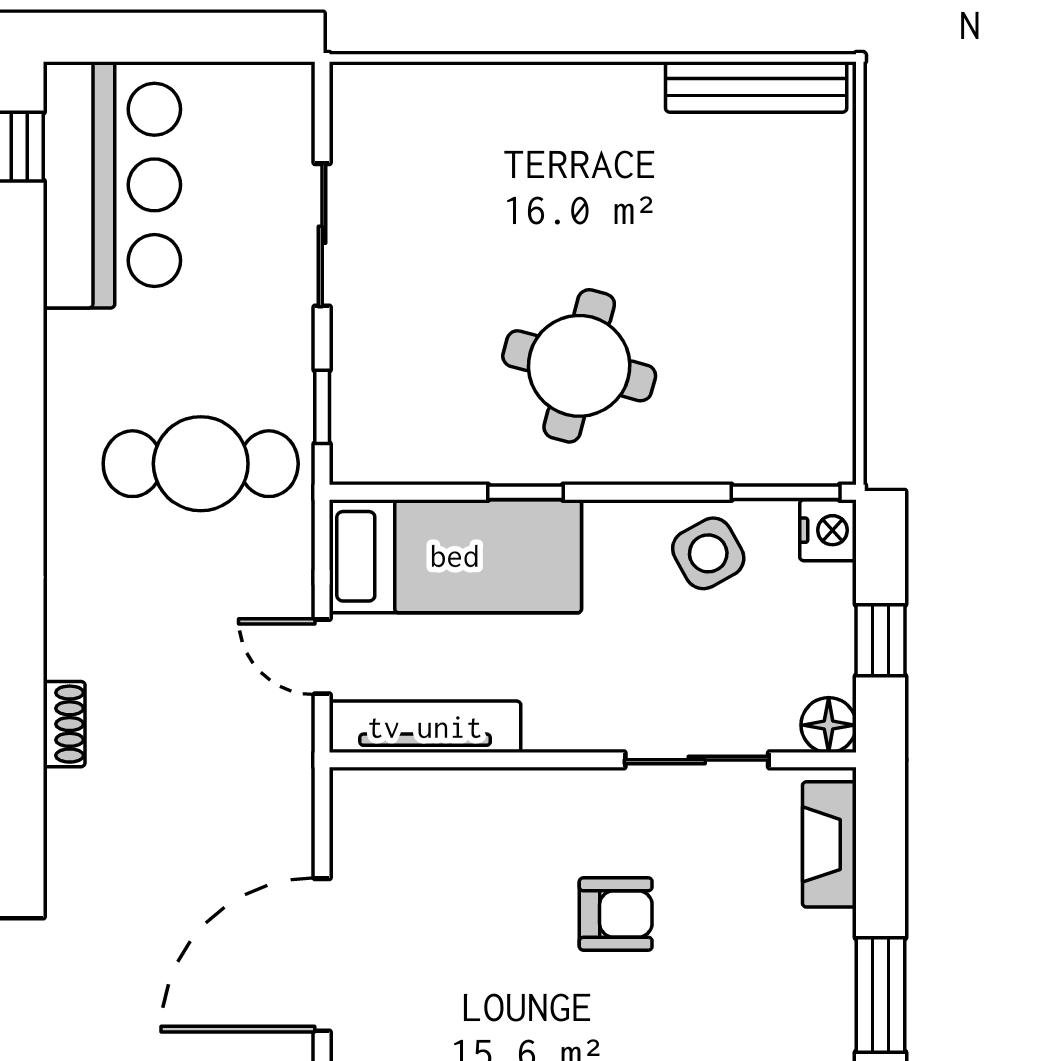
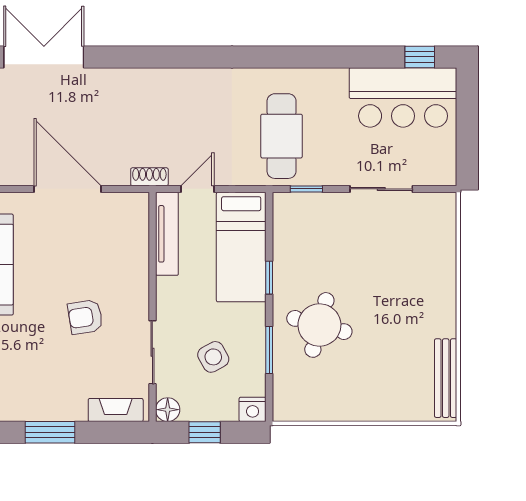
round table: (579, 366) -> (319, 325), moved
window: (786, 492) -> (269, 350), moved
side table: (708, 553) -> (213, 357), moved
shoe rack: (64, 724) -> (149, 177), moved, turned 180
armchair: (616, 914) -> (85, 317), turned 81

